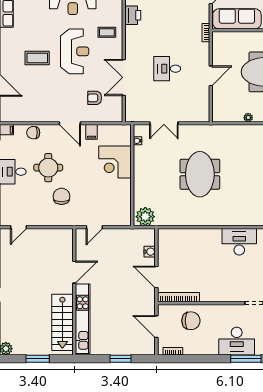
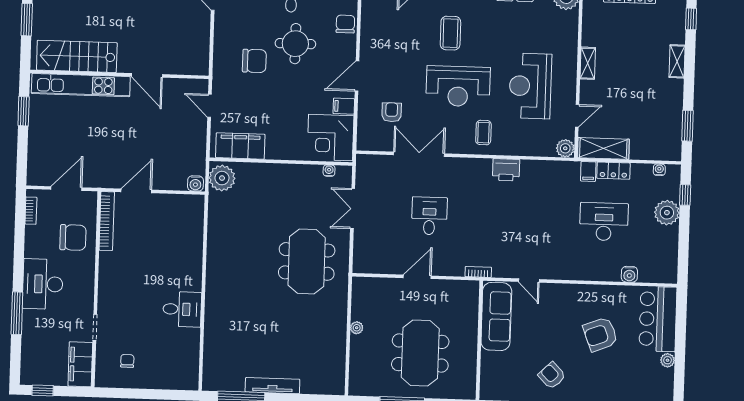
door: (211, 76) -> (417, 277), swing flipped
corner desk: (115, 162) -> (331, 138), moved, turned -90
meeting table: (200, 174) -> (307, 261), moved, turned 90
filing cabinet: (122, 204) -> (240, 146), added
desk: (239, 242) -> (182, 309), width x0.73
water cooler: (150, 252) -> (195, 183), moved
chair: (191, 321) -> (73, 237), turned -90
desk: (237, 341) -> (43, 284), moved
window: (120, 359) -> (24, 111), moved

